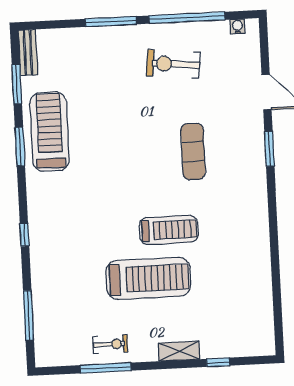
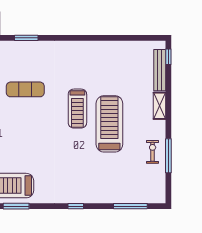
treadmill: (169, 230) -> (77, 109), turned 180
bench: (232, 349) -> (160, 70), added
window: (218, 362) -> (168, 57), moved

